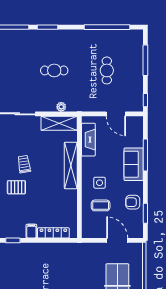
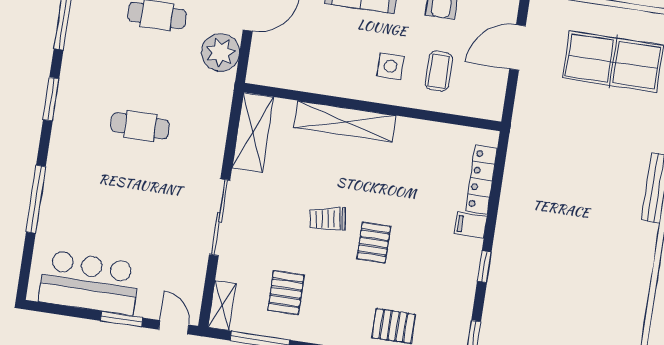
window: (47, 27) -> (51, 99), moved
cafe table: (54, 70) -> (140, 126), turned 90
plant: (61, 107) -> (220, 52), moved, width x1.87, depth x1.87
fireplace: (88, 140) -> (296, 76), removed

